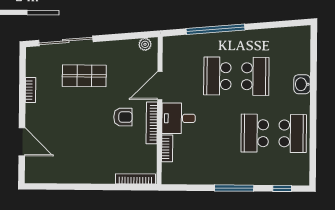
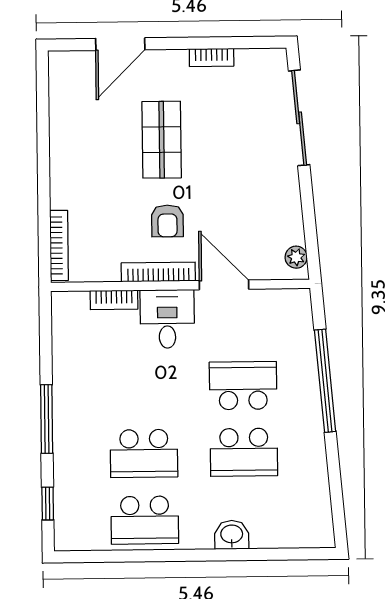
shop shelf: (84, 76) -> (162, 140), moved
school desk: (255, 133) -> (144, 453), turned 180

